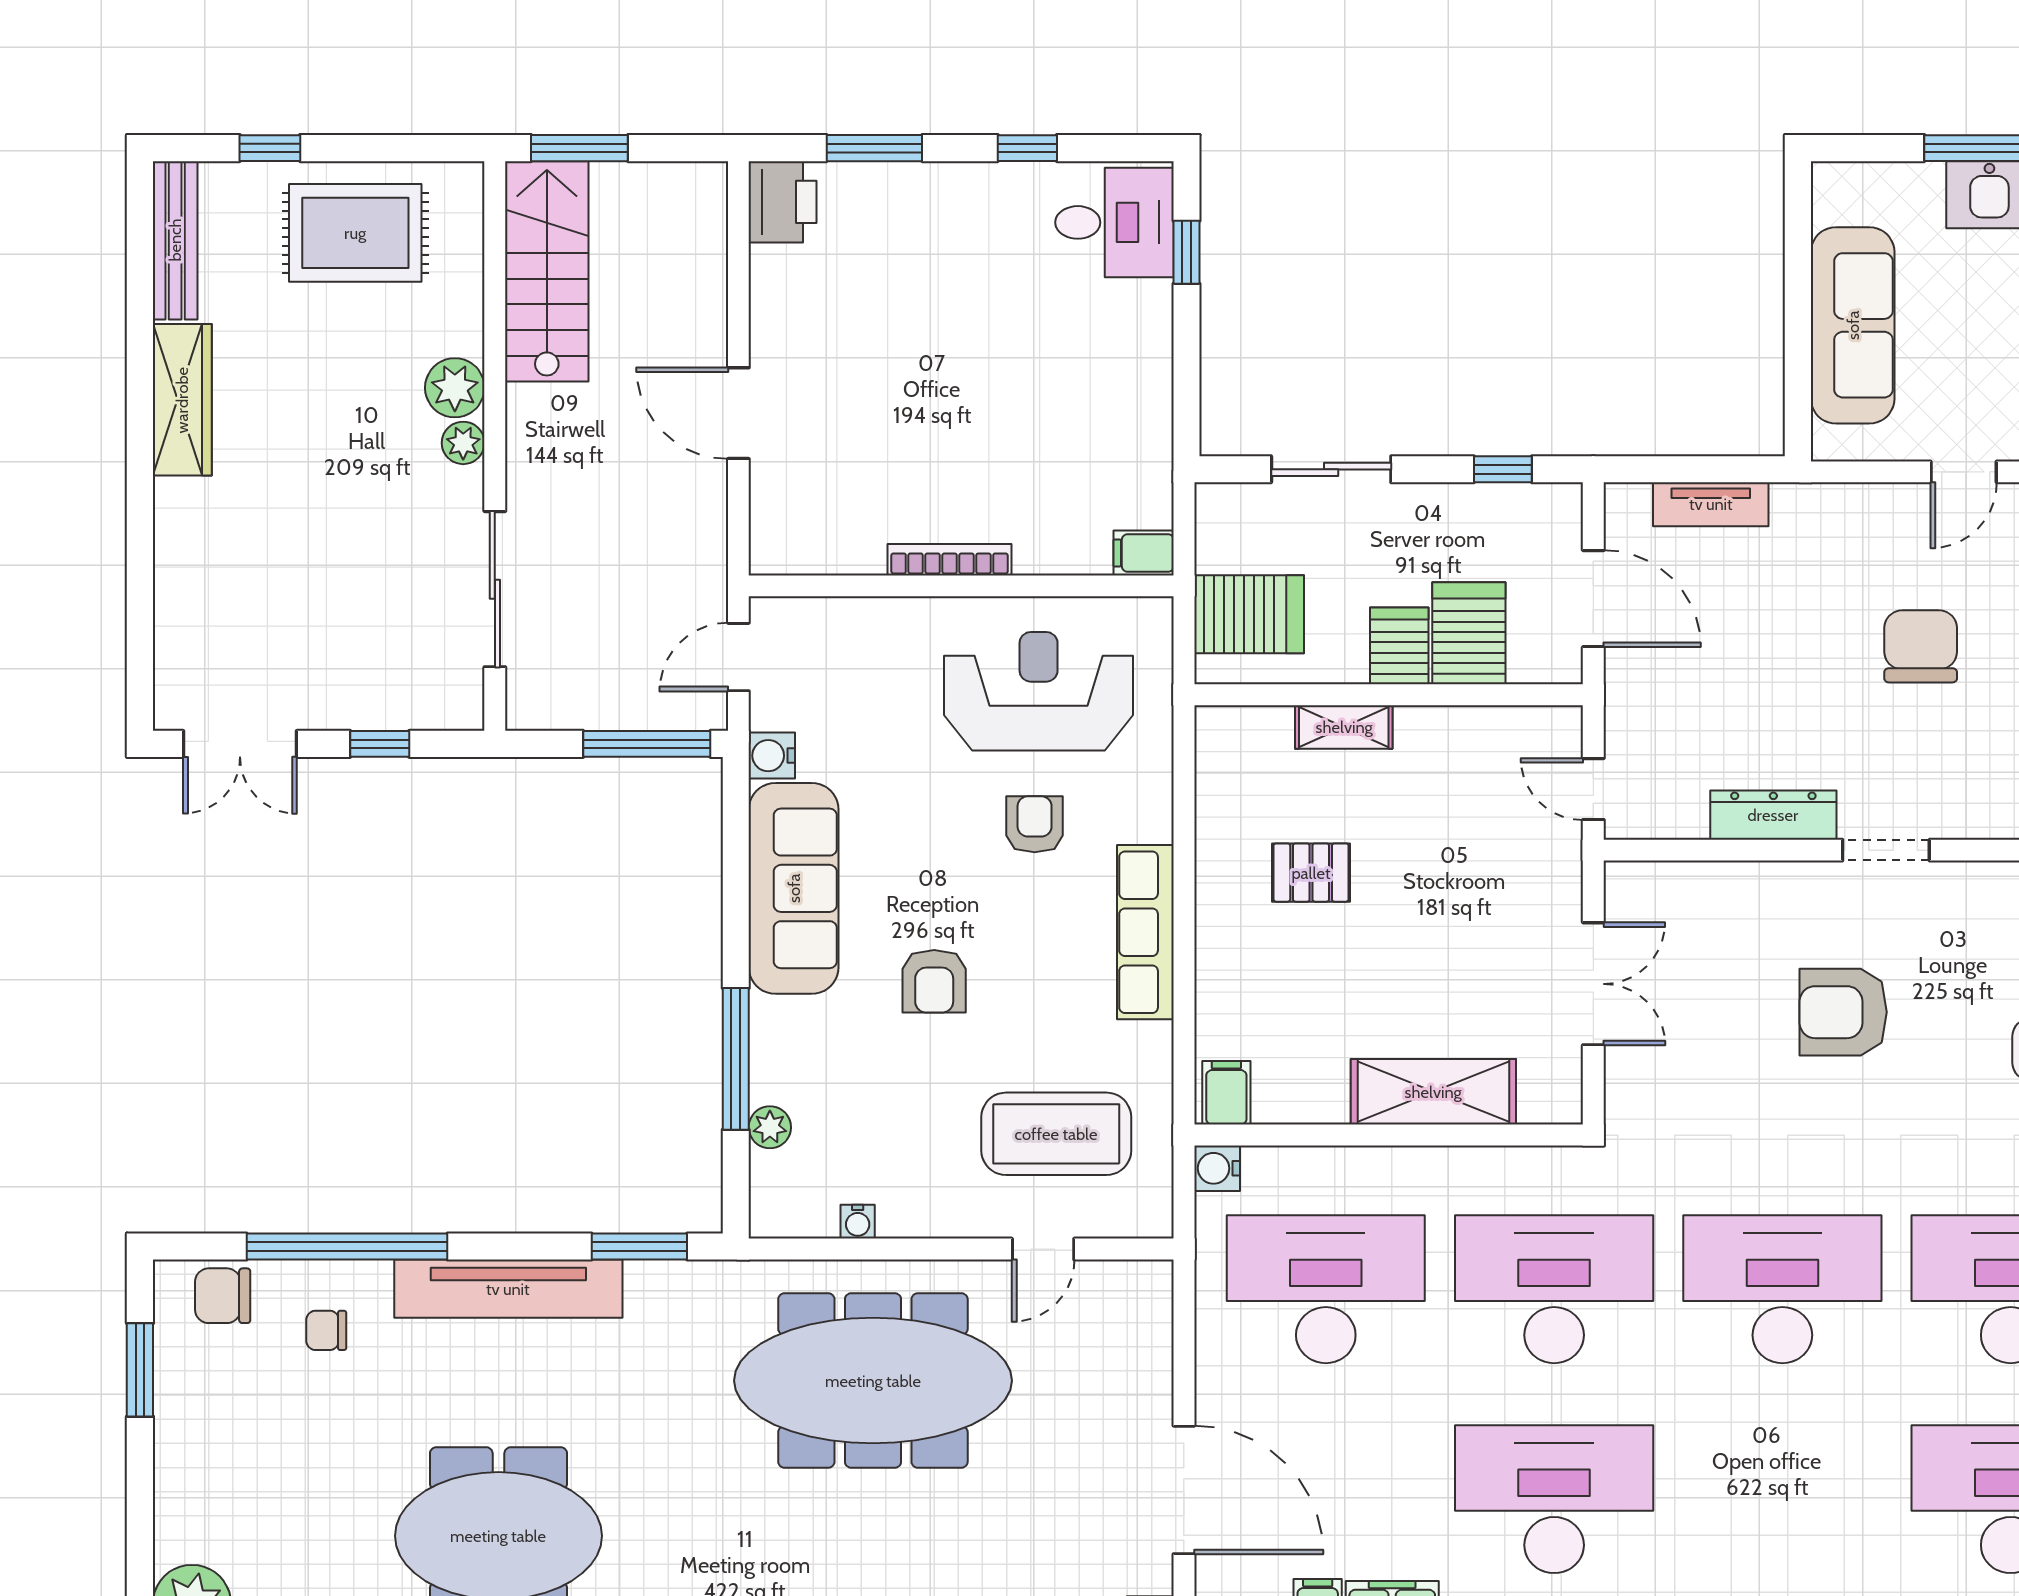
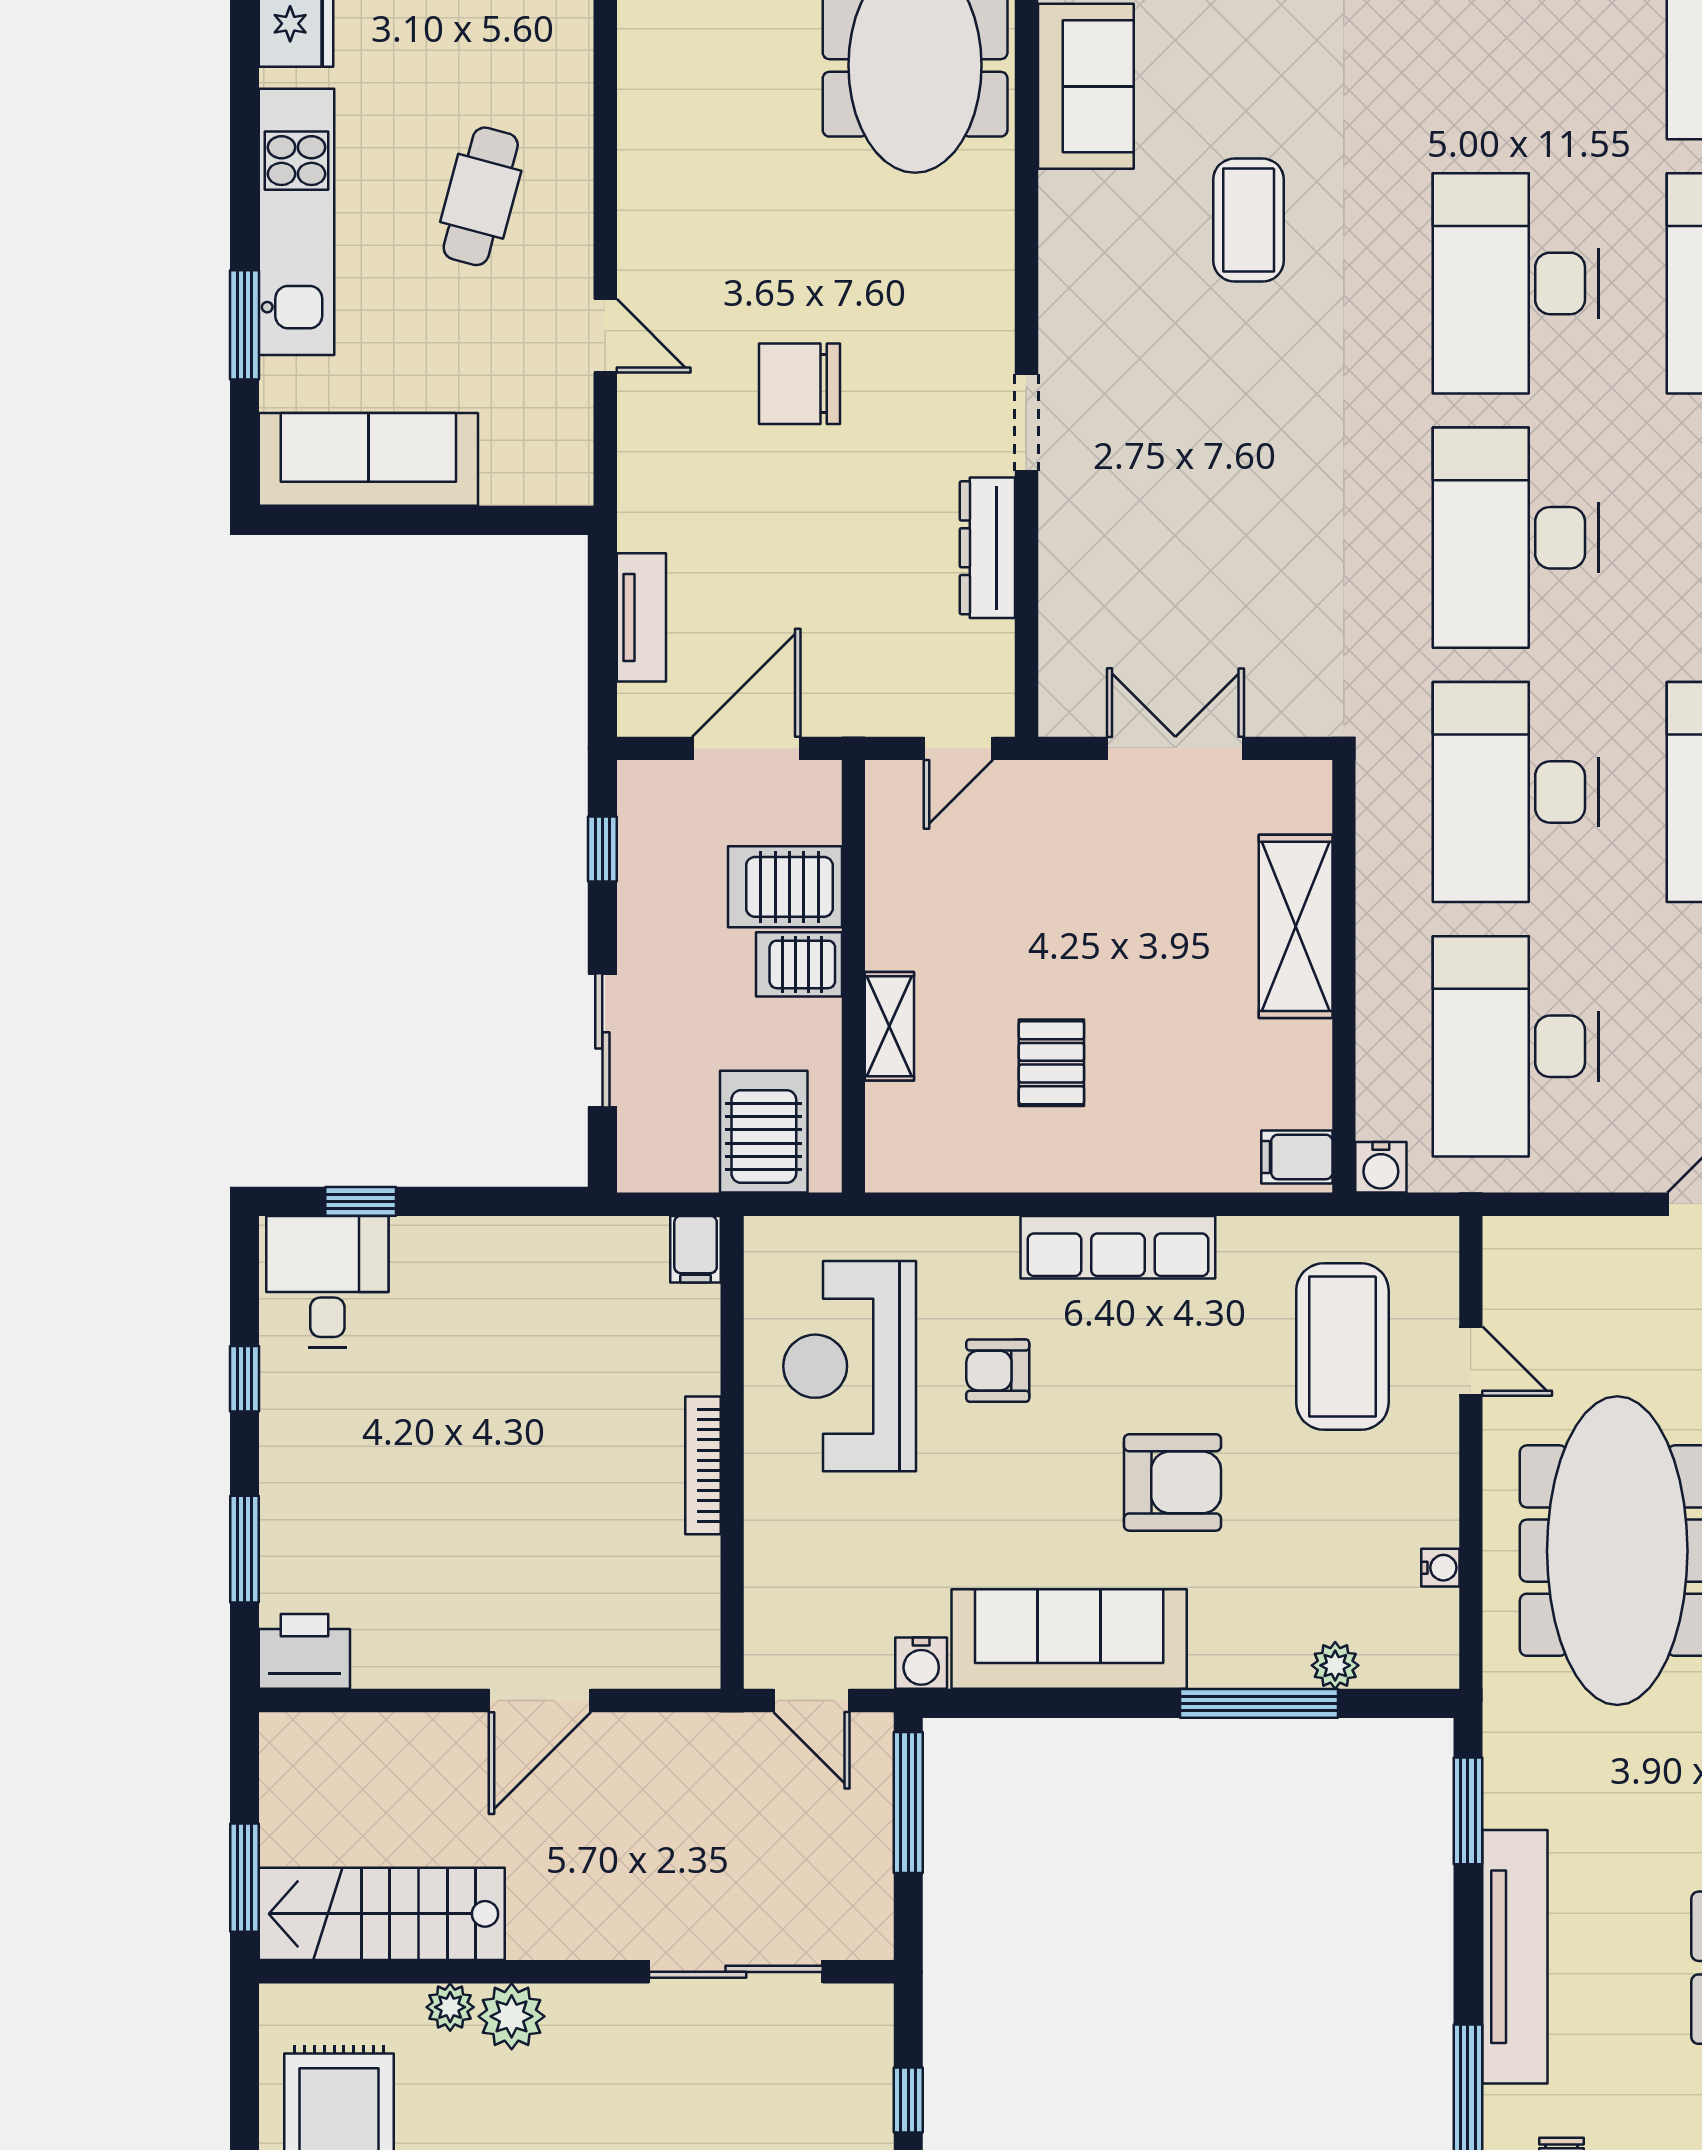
sofa: (1853, 325) -> (368, 459), moved
plant: (463, 443) -> (450, 2007), moved
armchair: (934, 981) -> (1173, 1482), width x1.38, depth x1.38
armchair: (1843, 1012) -> (1207, 470), removed

